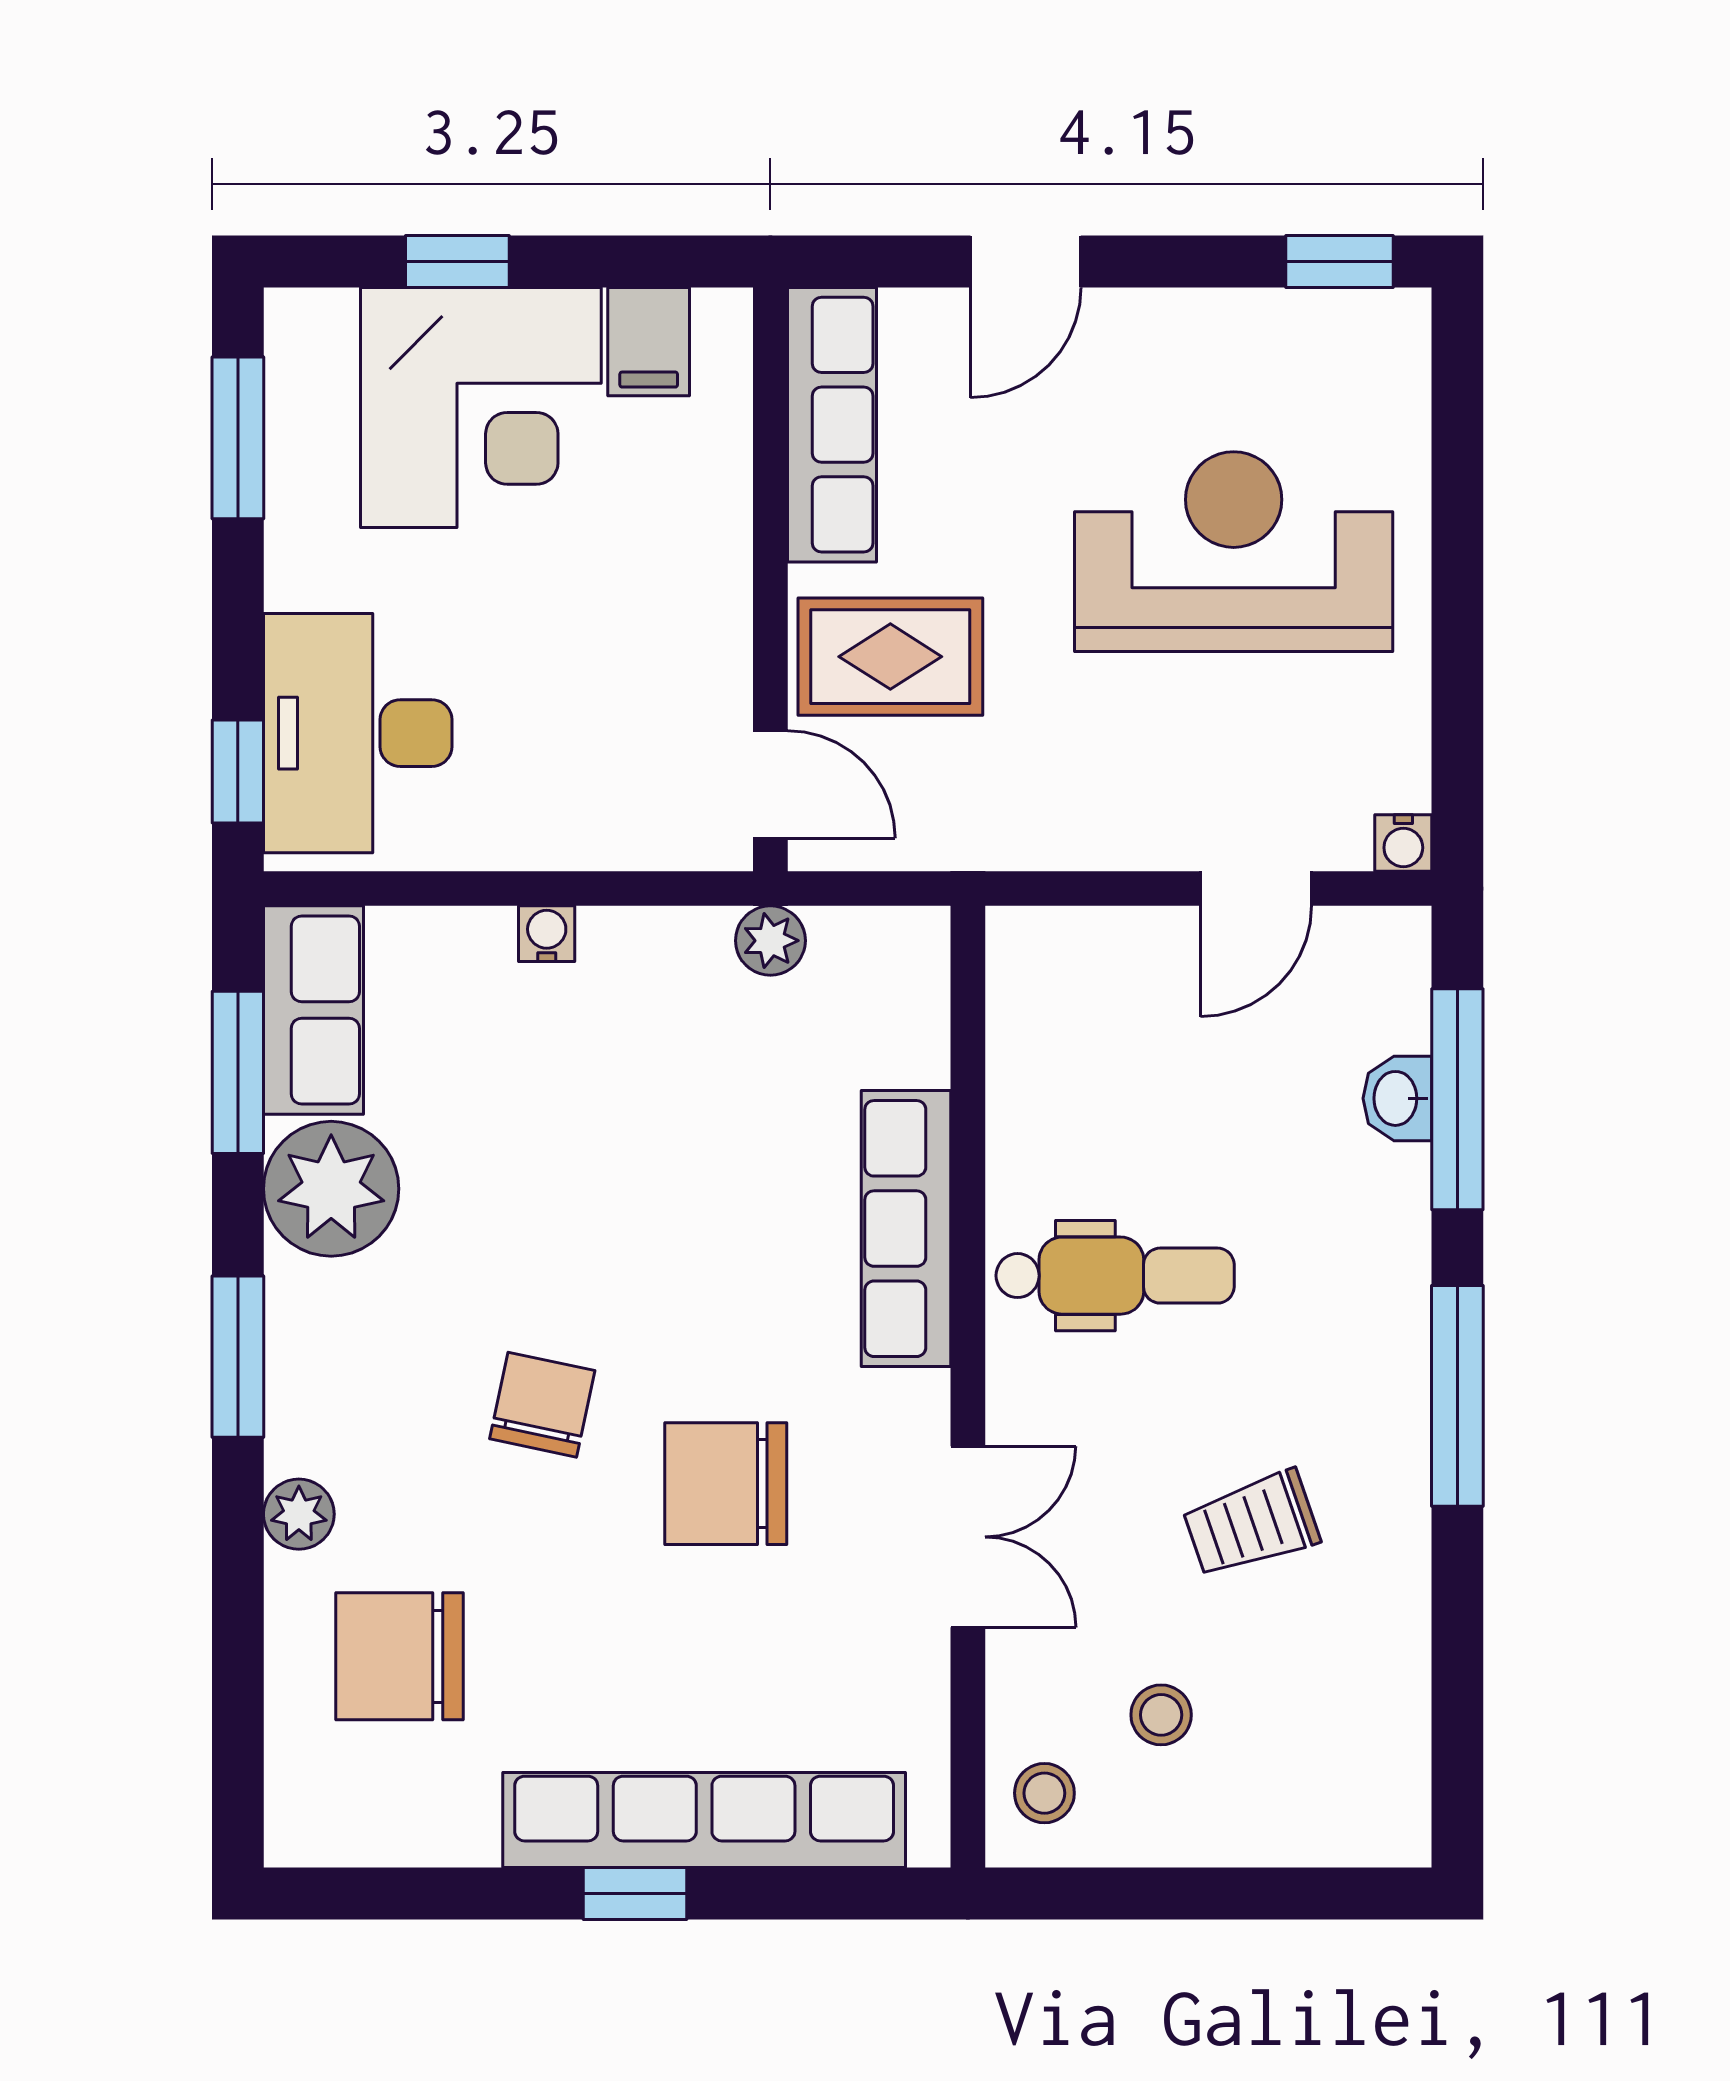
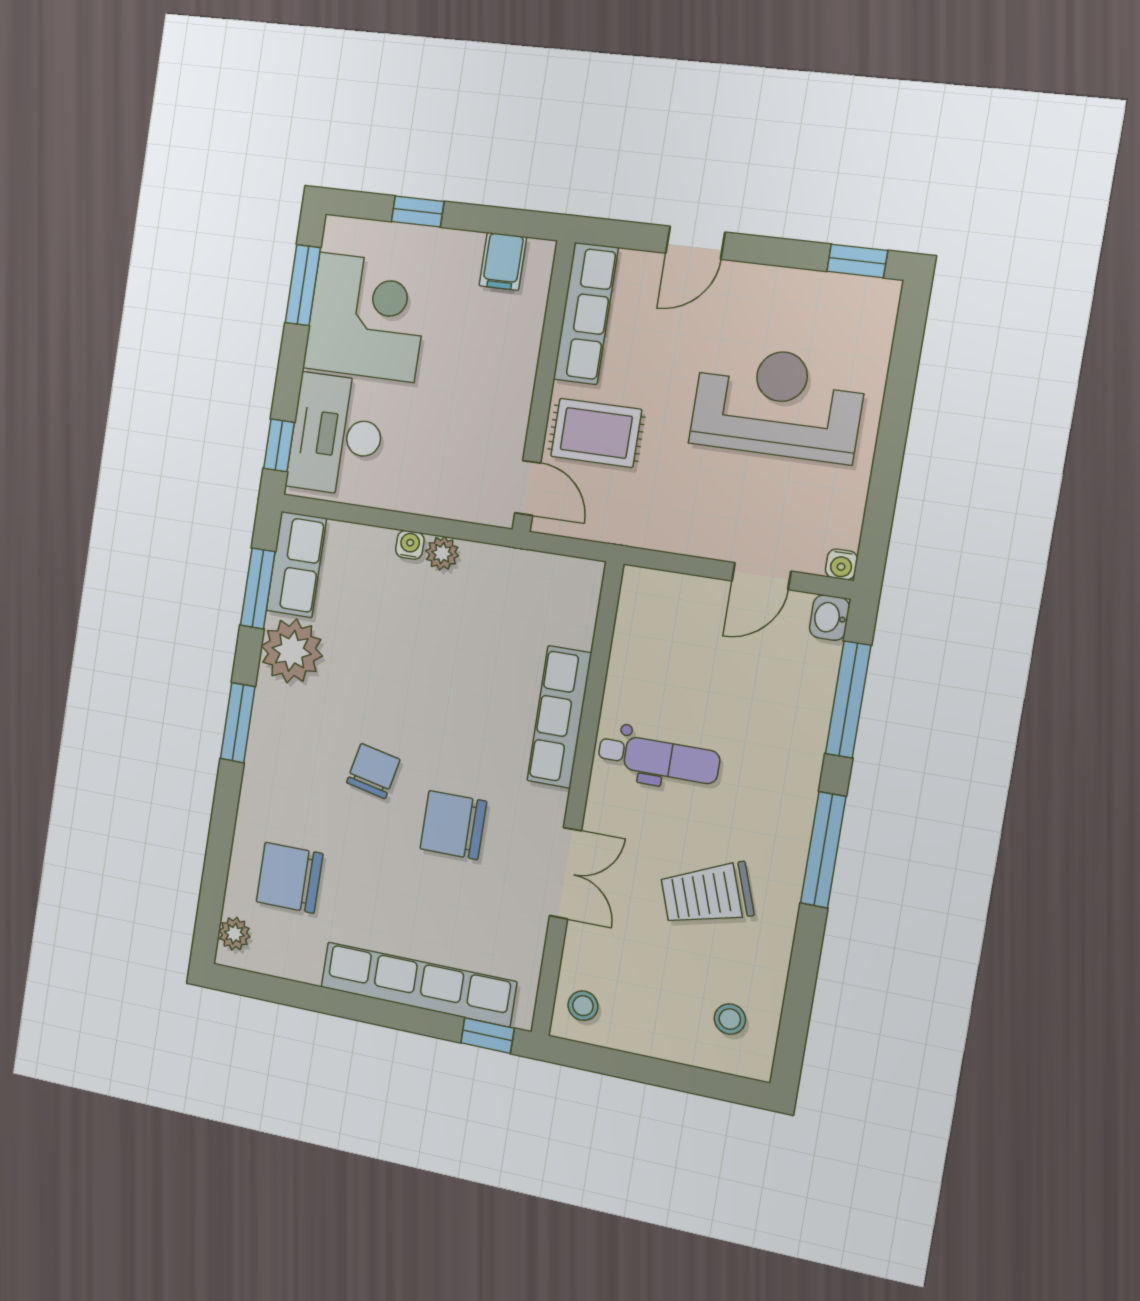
corner desk: (481, 407) -> (367, 317), moved, turned -90
plant: (770, 941) -> (442, 553), moved
washbasin: (1397, 1098) -> (829, 618), moved
plant: (299, 1514) -> (234, 934), moved
trolley: (1251, 1524) -> (707, 894), width x1.36, depth x1.39
stool: (1161, 1715) -> (730, 1019), moved
window: (635, 1893) -> (487, 1036), moved

